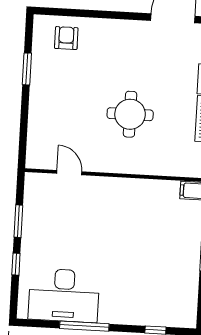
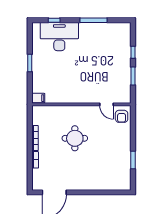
armchair: (66, 38) -> (122, 116), moved
desk: (64, 295) -> (59, 37), moved

